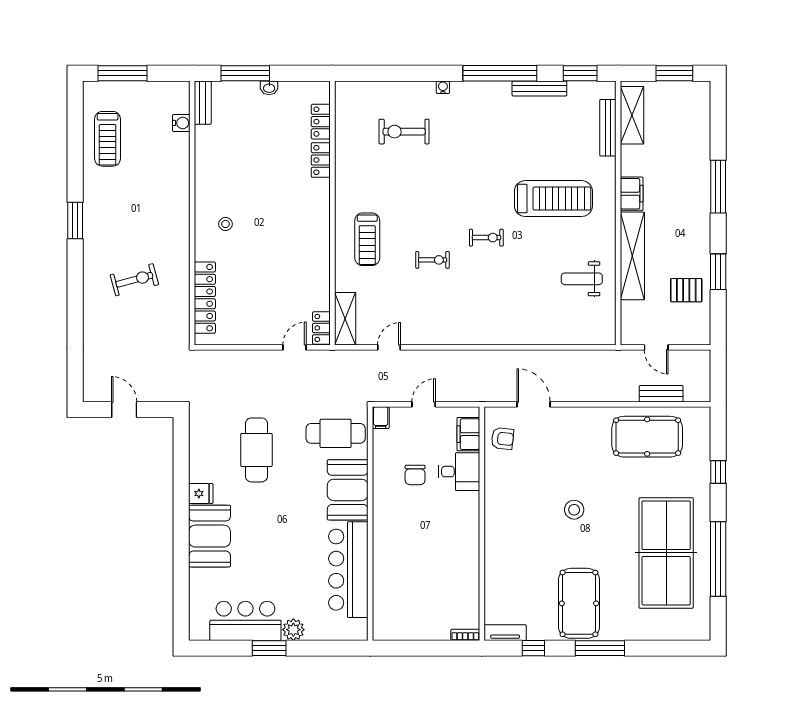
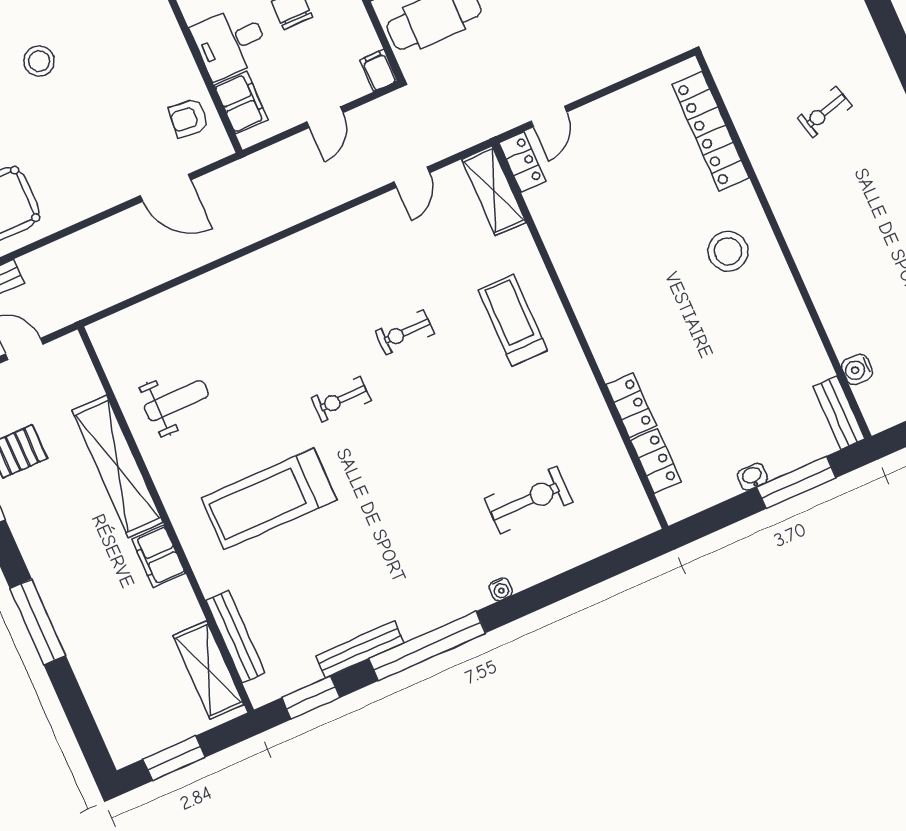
stool: (225, 224) -> (728, 251), width x1.89, depth x1.89
exercise bike: (134, 280) -> (824, 112), width x0.73, depth x0.72

